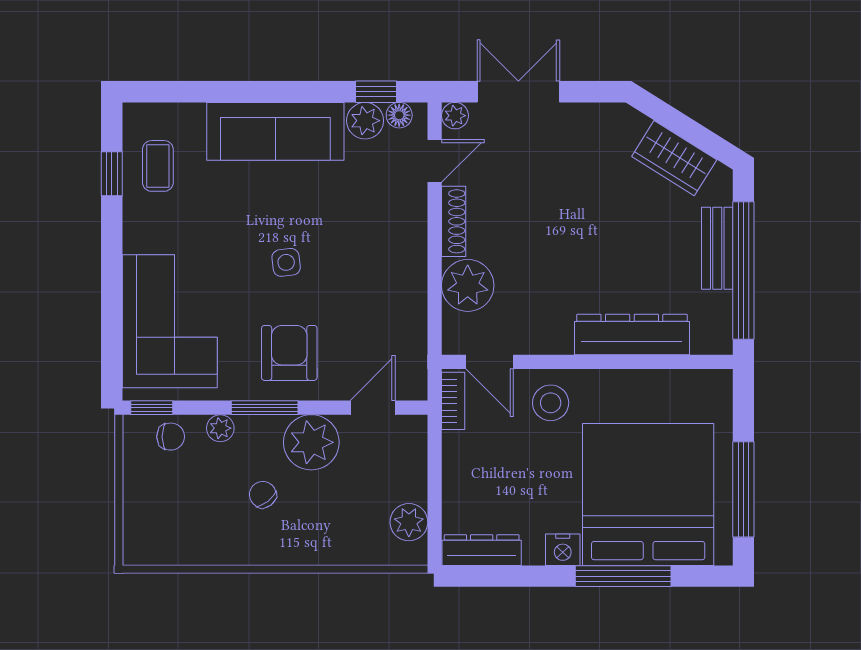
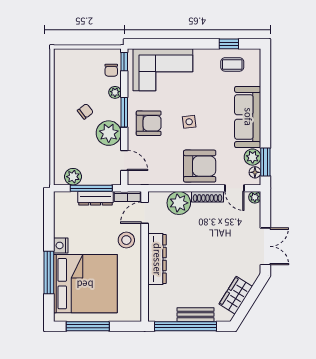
window: (376, 92) -> (265, 162), width x1.50
double door: (518, 92) -> (265, 246), moved
armchair: (385, 239) -> (200, 166), added
dresser: (632, 334) -> (157, 259), moved
window: (435, 481) -> (91, 188), added
dresser: (482, 550) -> (95, 198), moved, turned 90

